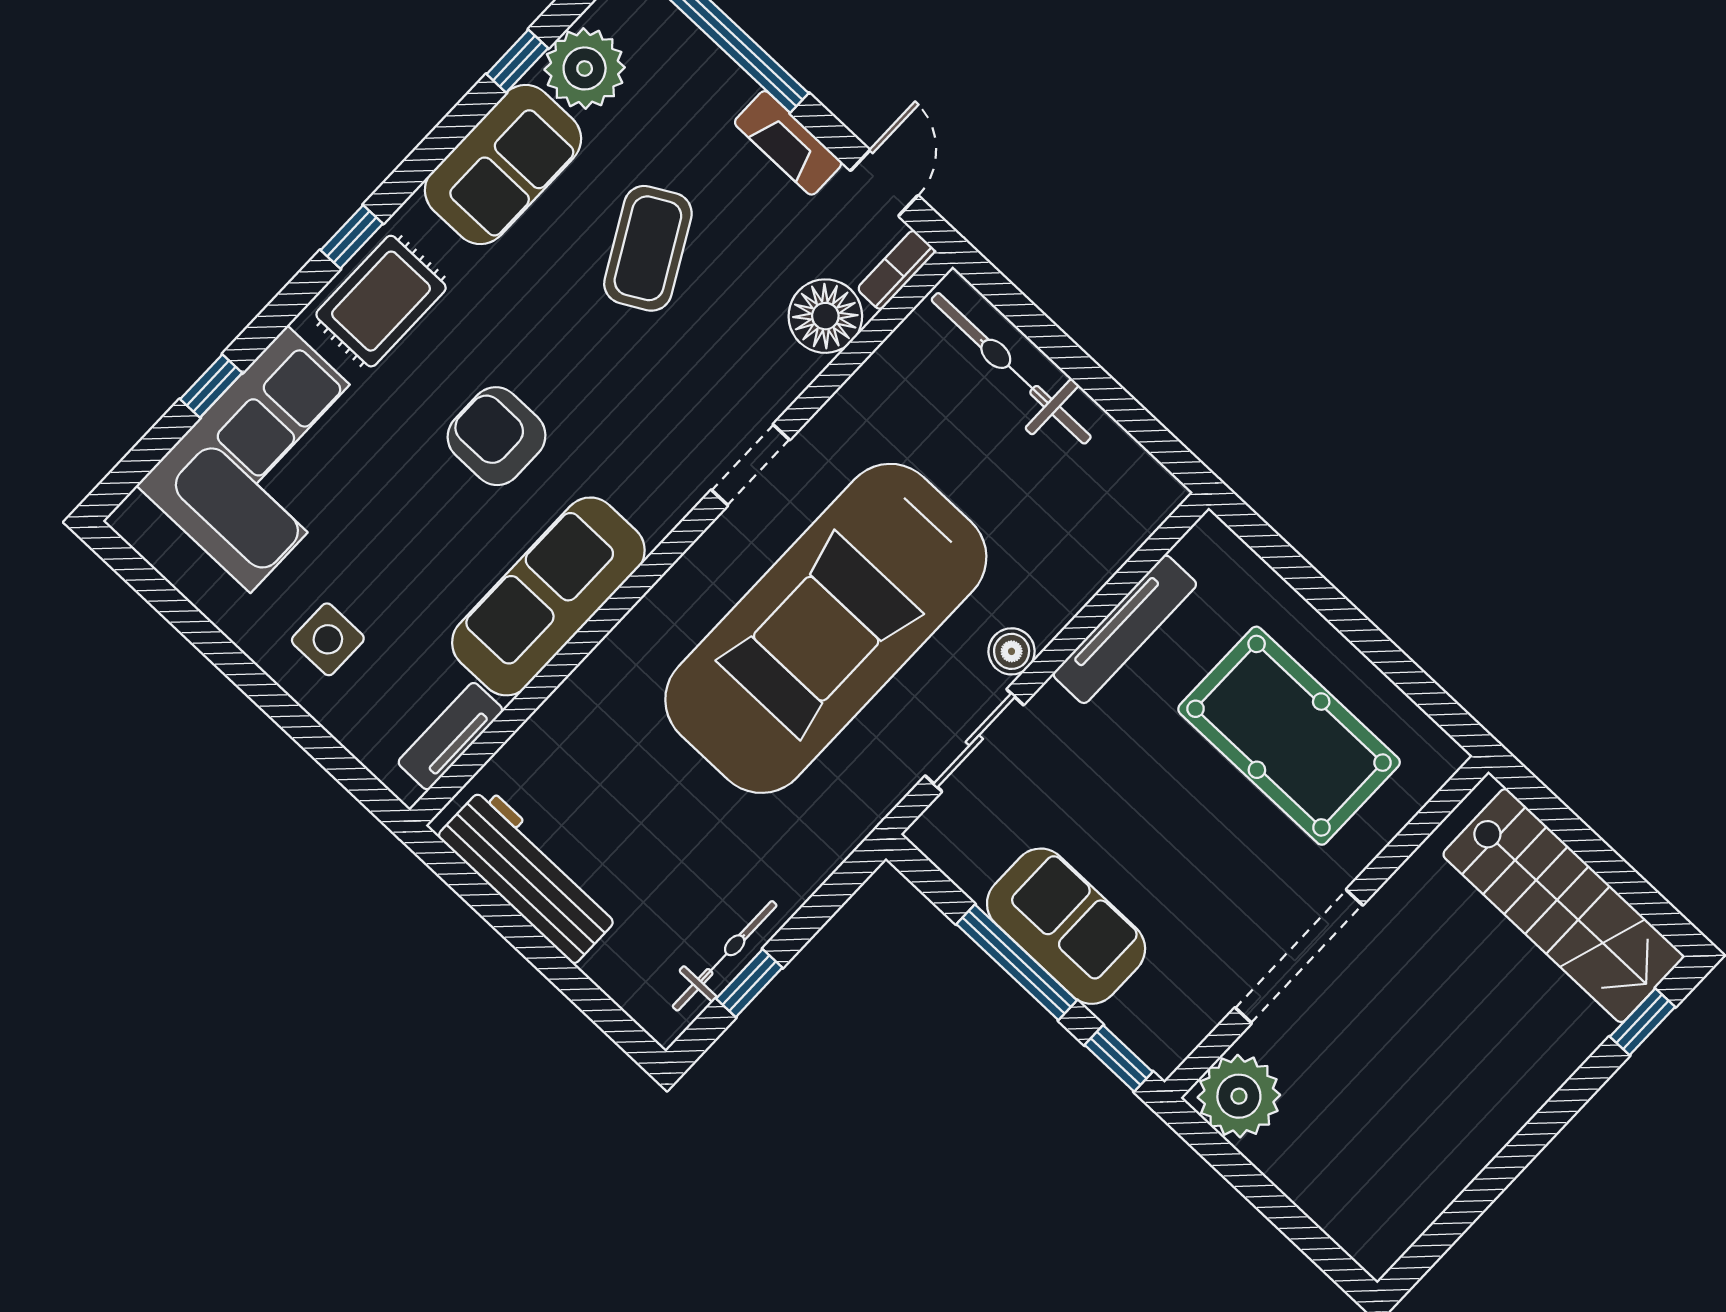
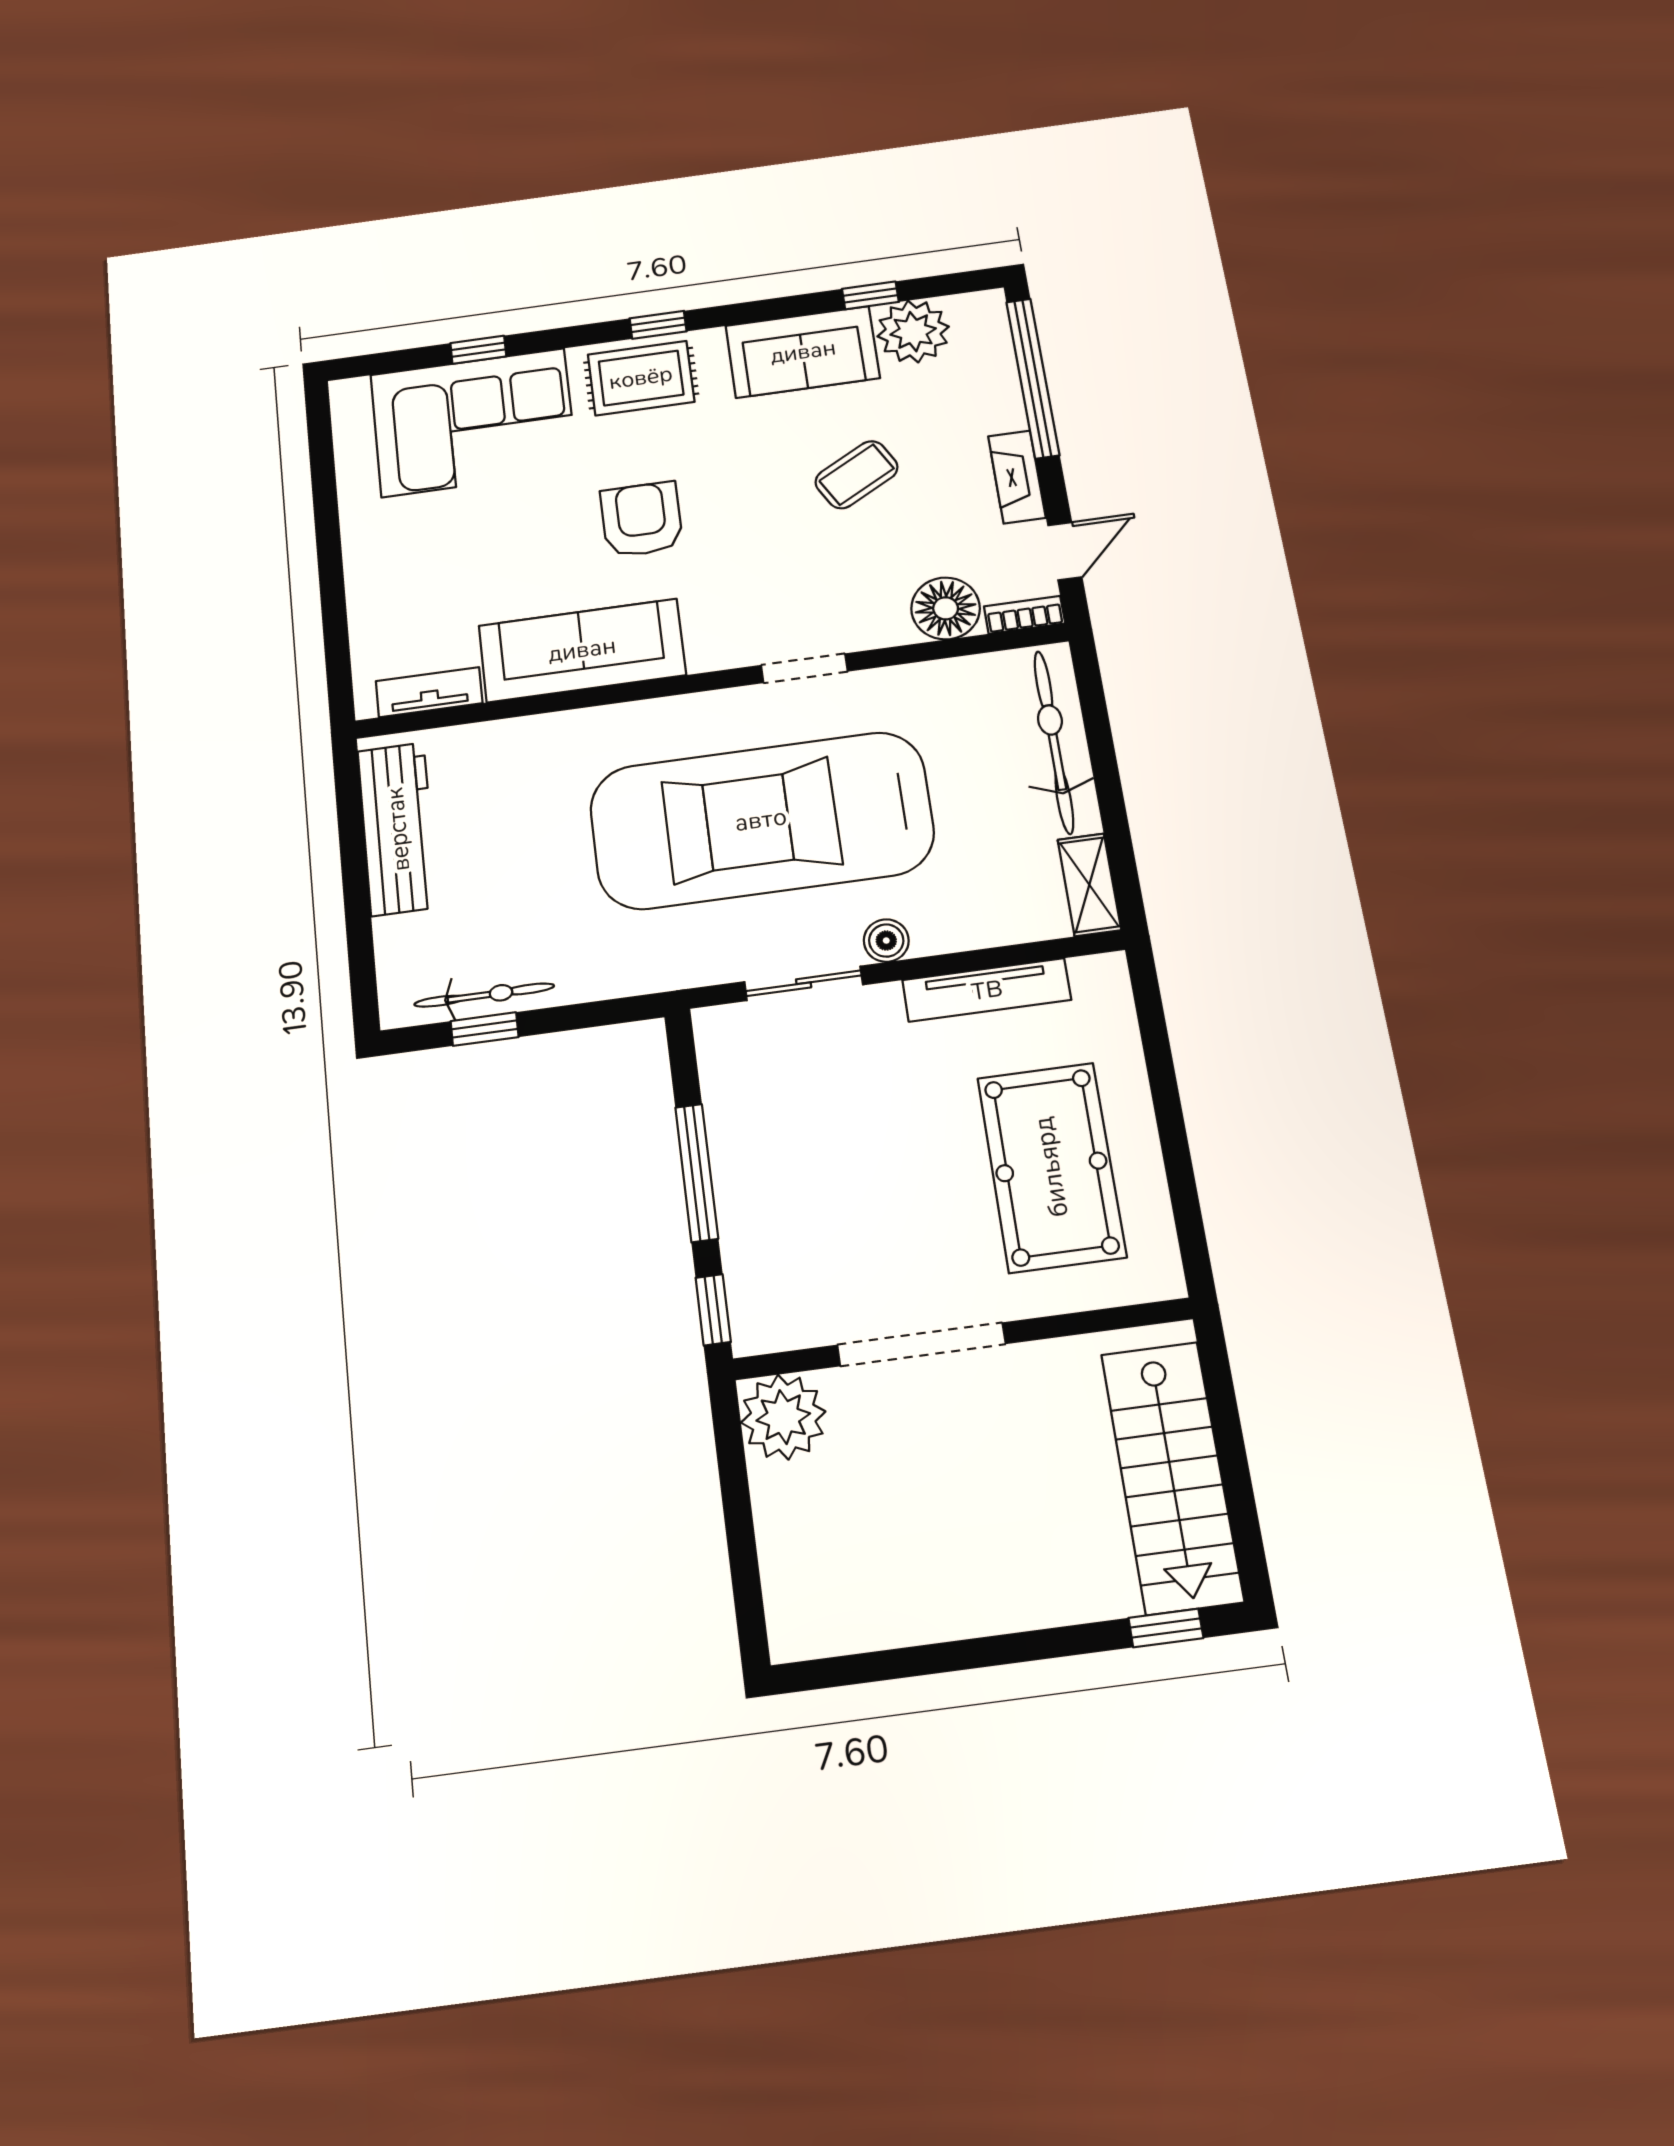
coffee table: (648, 248) -> (856, 475), width x0.73, depth x0.77
shelving: (1137, 473) -> (1089, 885), added
side table: (328, 639) -> (405, 566), removed
sofa: (1066, 926) -> (757, 1175), removed

